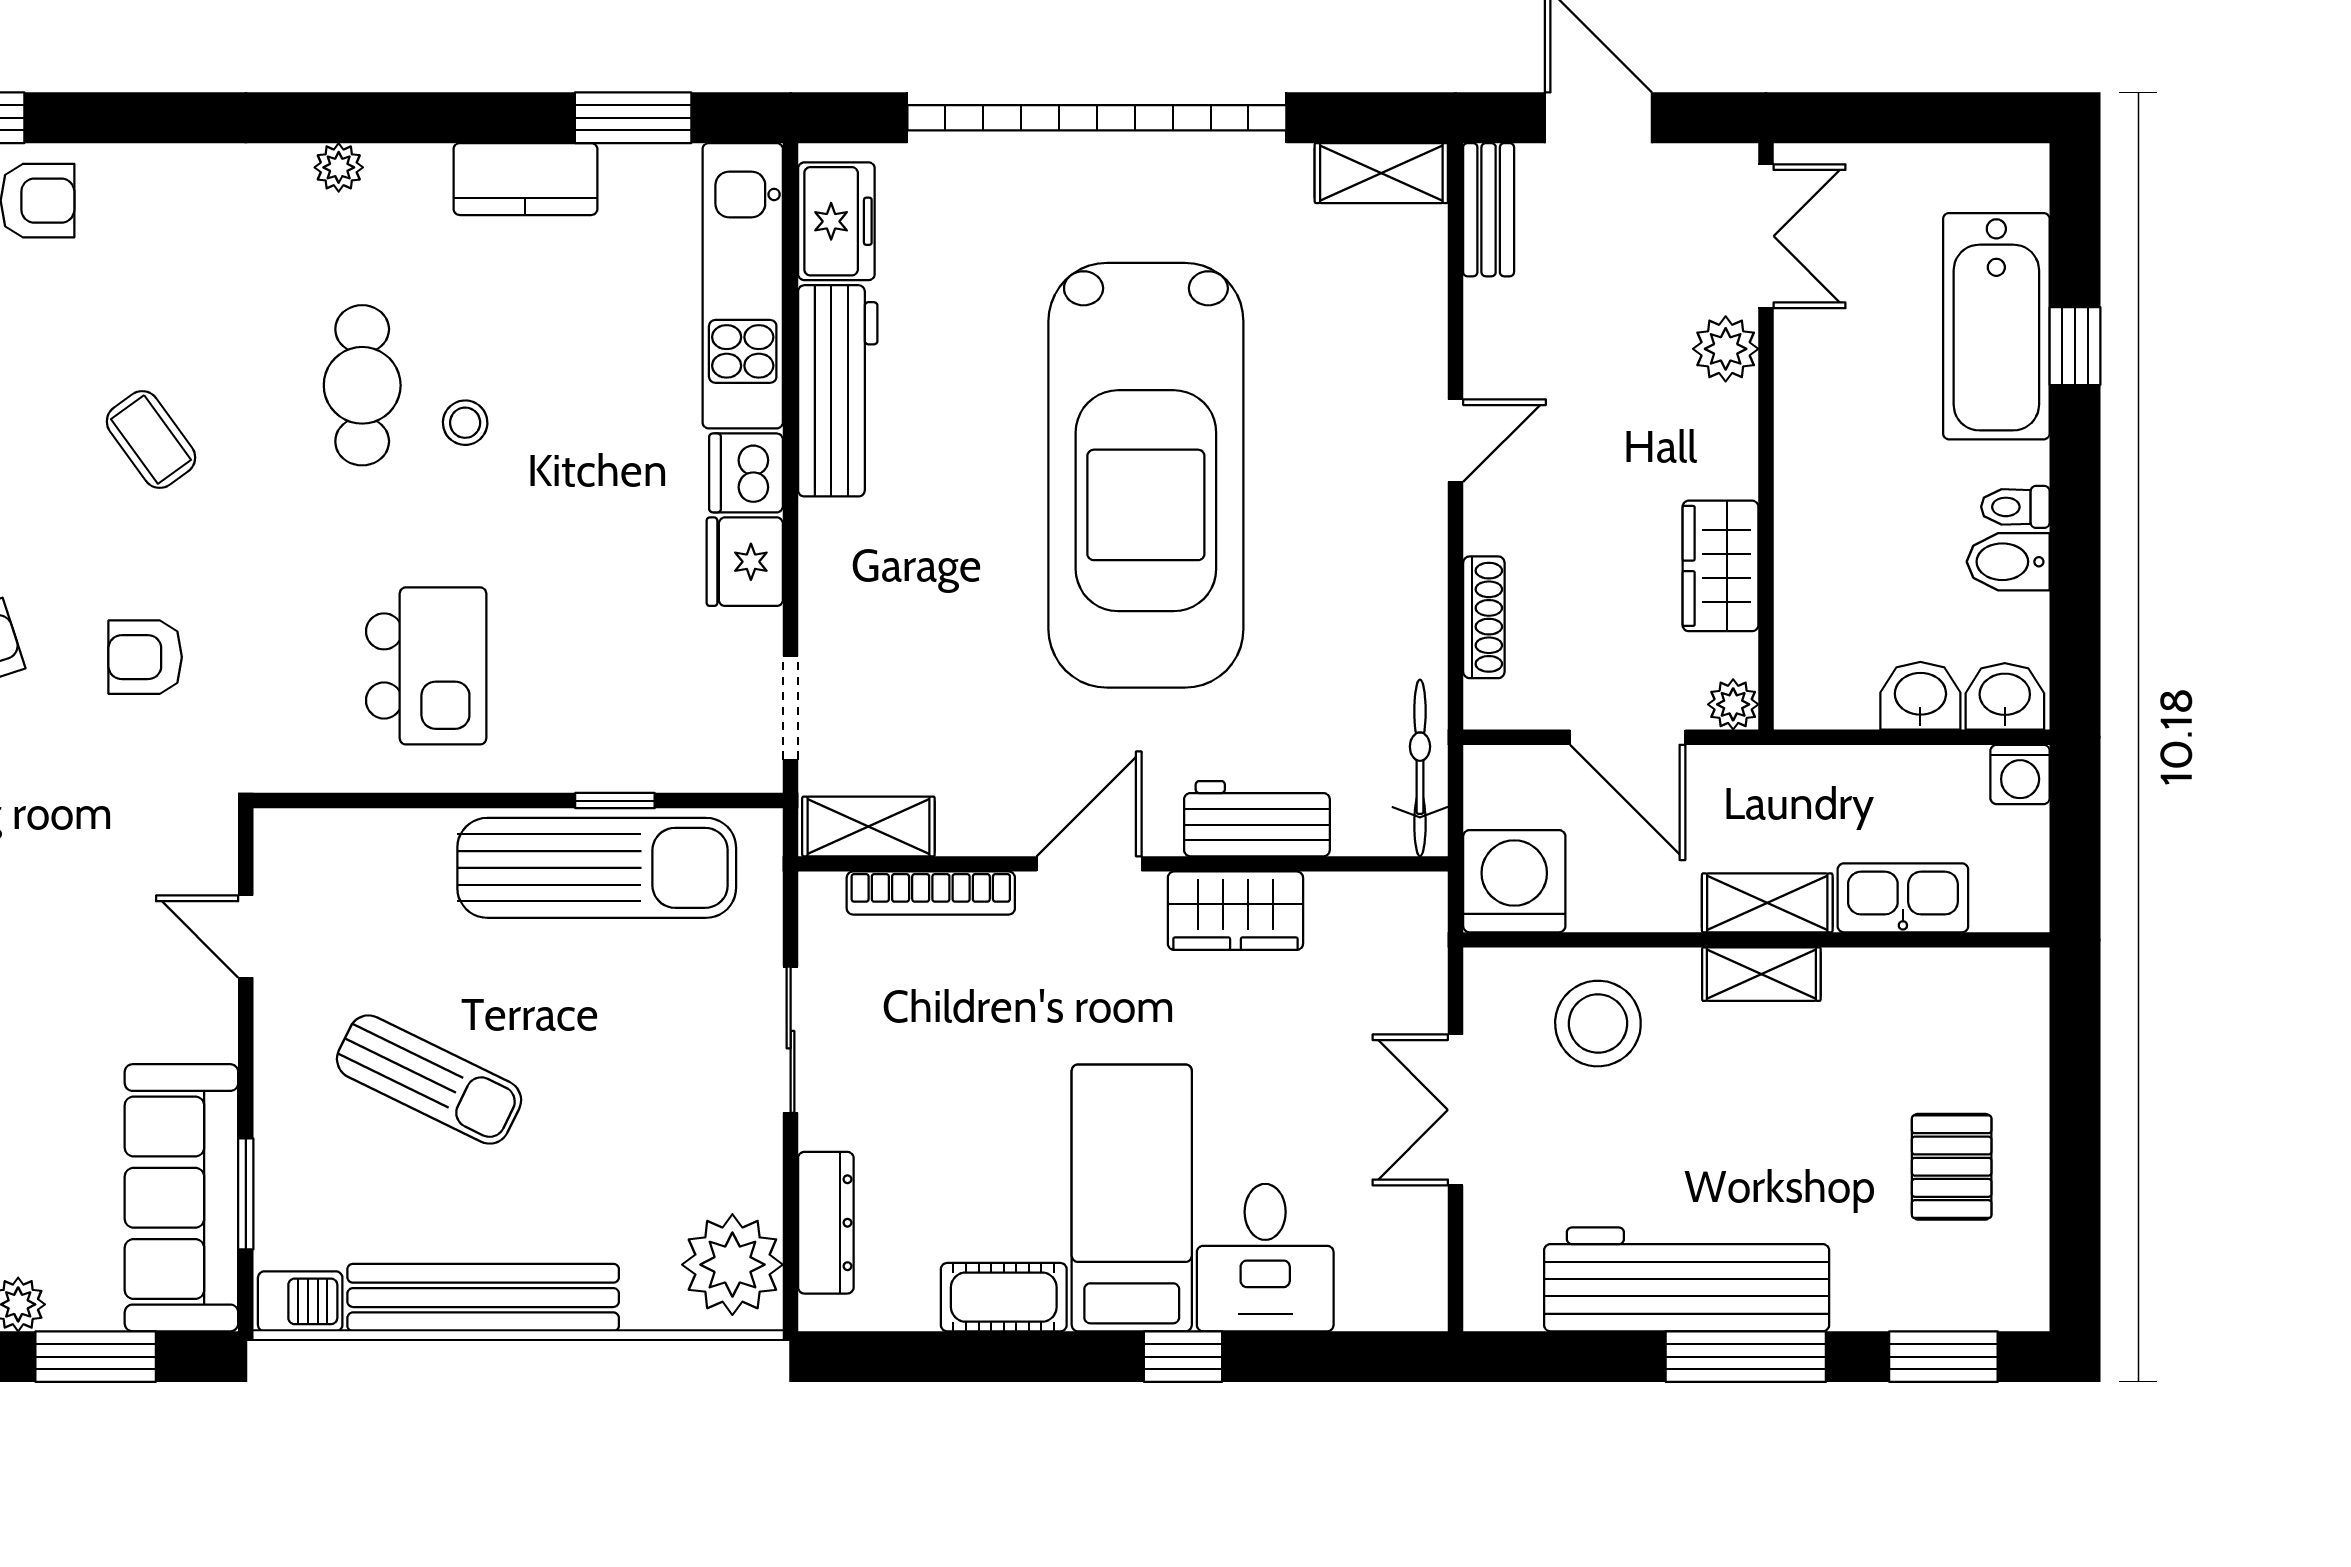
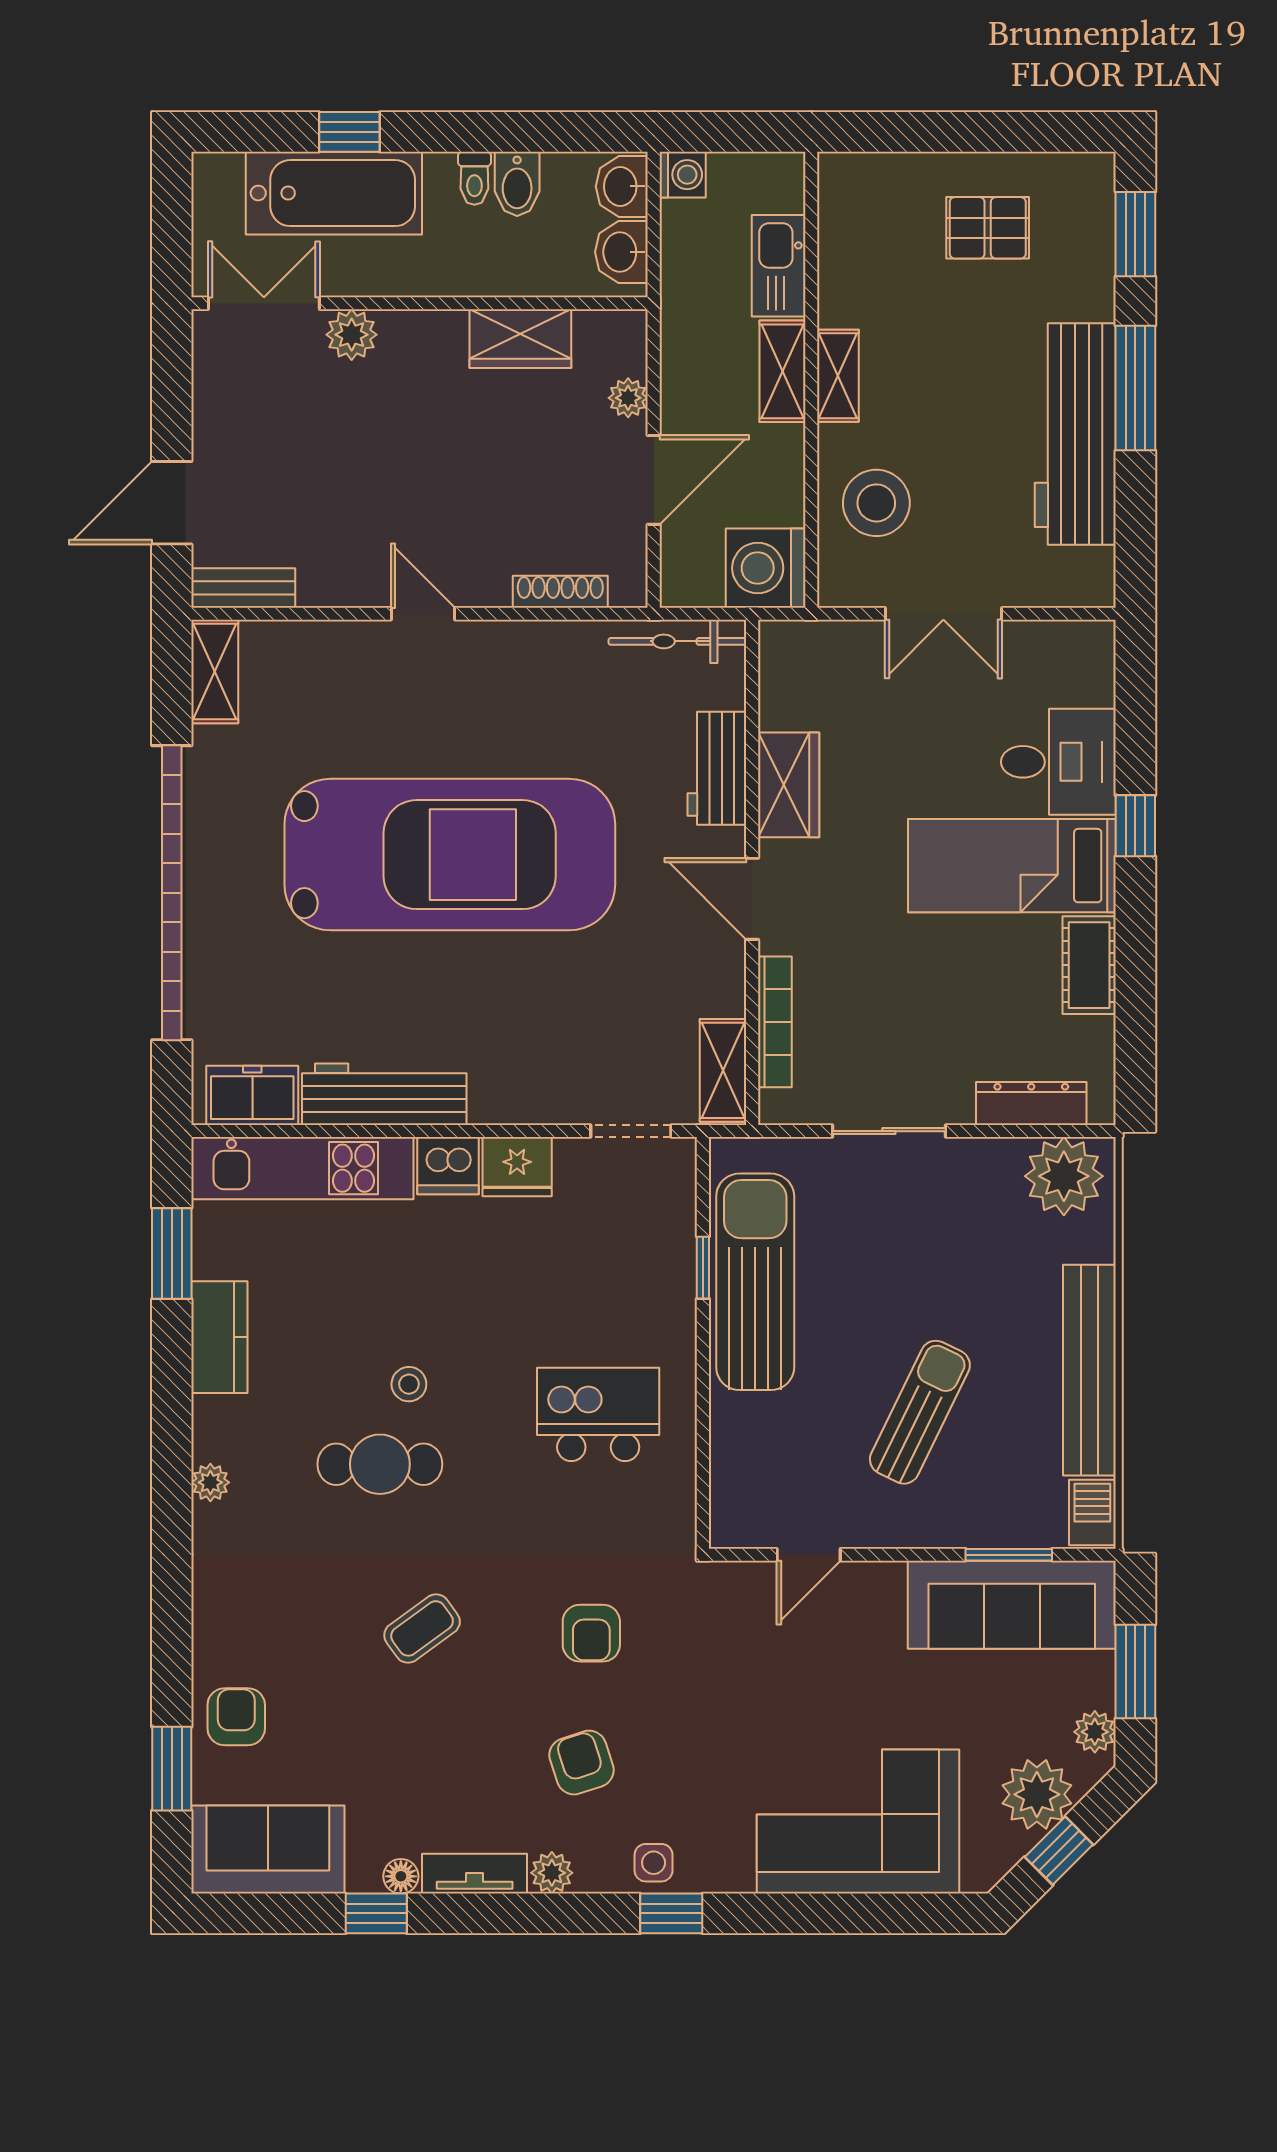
double door: (1766, 236) -> (264, 303), moved
plant: (1726, 349) -> (352, 335), moved
wall: (1766, 436) -> (420, 303), moved
wardrobe: (1720, 566) -> (520, 339), moved

